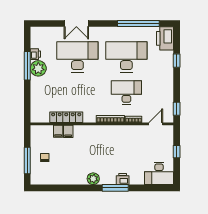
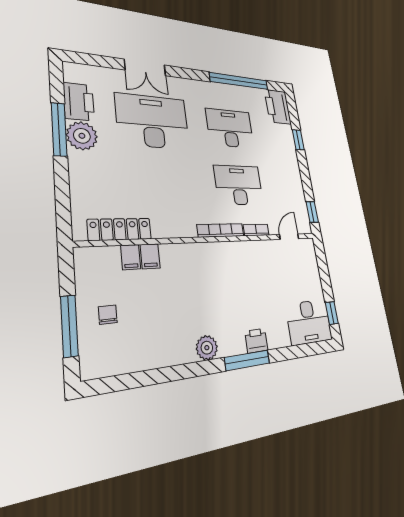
printer: (35, 54) -> (79, 102), width x1.87, depth x1.48
desk: (126, 57) -> (230, 128), width x0.73, depth x0.77
locker: (66, 117) -> (120, 229), moved
window: (177, 152) -> (332, 313), moved

